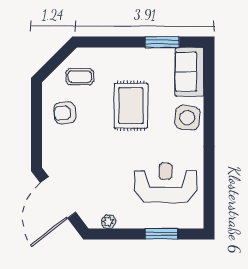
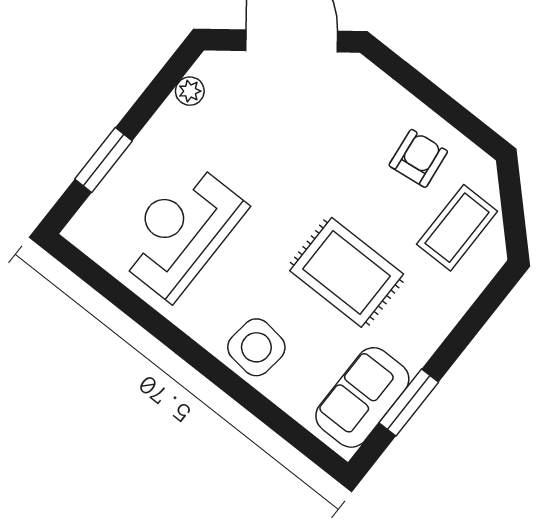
sofa: (190, 72) -> (362, 397), moved, turned -90
coffee table: (80, 77) -> (457, 228), width x1.36, depth x1.30
reception desk: (166, 182) -> (181, 231), turned 180

